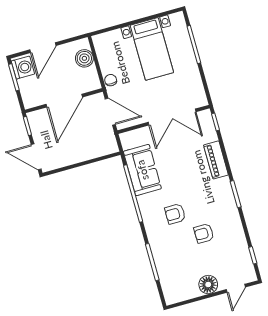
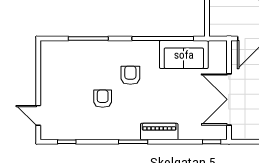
piano: (216, 160) -> (159, 132), moved
floor lamp: (208, 285) -> (50, 89), removed

